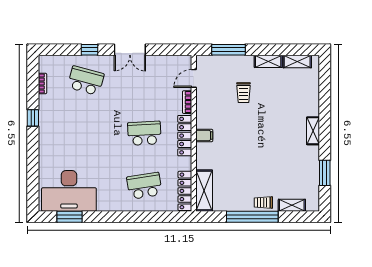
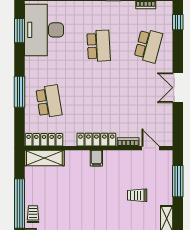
window: (90, 50) -> (178, 22), moved
school desk: (144, 133) -> (99, 46), moved
window: (134, 217) -> (20, 92), added

